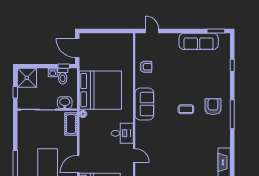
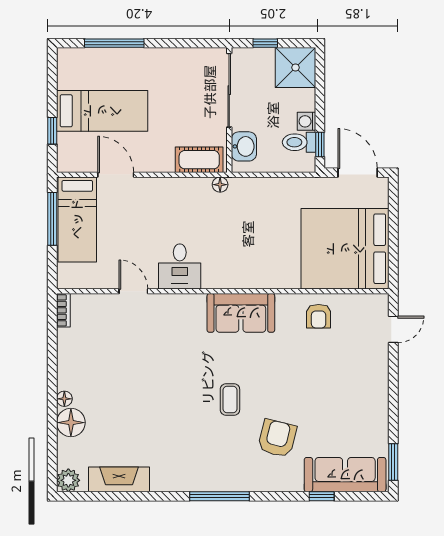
sofa: (199, 41) -> (345, 475), moved, turned 90
door: (77, 48) -> (358, 173), hinge flipped
bed: (100, 90) -> (345, 249), moved, turned 90
armchair: (213, 107) -> (277, 438), moved, turned -76
door: (134, 156) -> (133, 291), swing flipped

